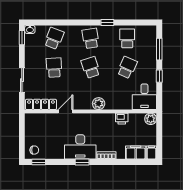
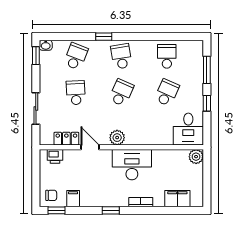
window: (107, 22) -> (104, 37), moved
school desk: (91, 67) -> (121, 93), turned 42
locker: (41, 104) -> (66, 139), width x0.66
plant: (99, 104) -> (117, 138), moved
door: (65, 111) -> (90, 147), hinge flipped
printer: (122, 119) -> (55, 156), moved
desk: (80, 147) -> (132, 165), moved, turned 180
filing cabinet: (151, 153) -> (73, 199), moved

